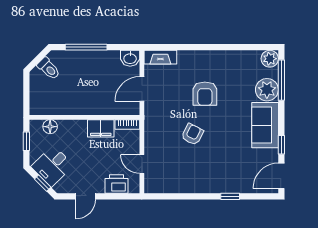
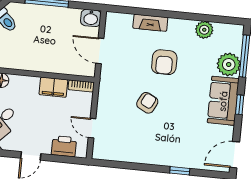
fireplace: (160, 57) -> (150, 23), moved
plant: (270, 59) -> (204, 30), moved
door: (142, 89) -> (100, 51), hinge flipped
window: (281, 145) -> (240, 105), moved

